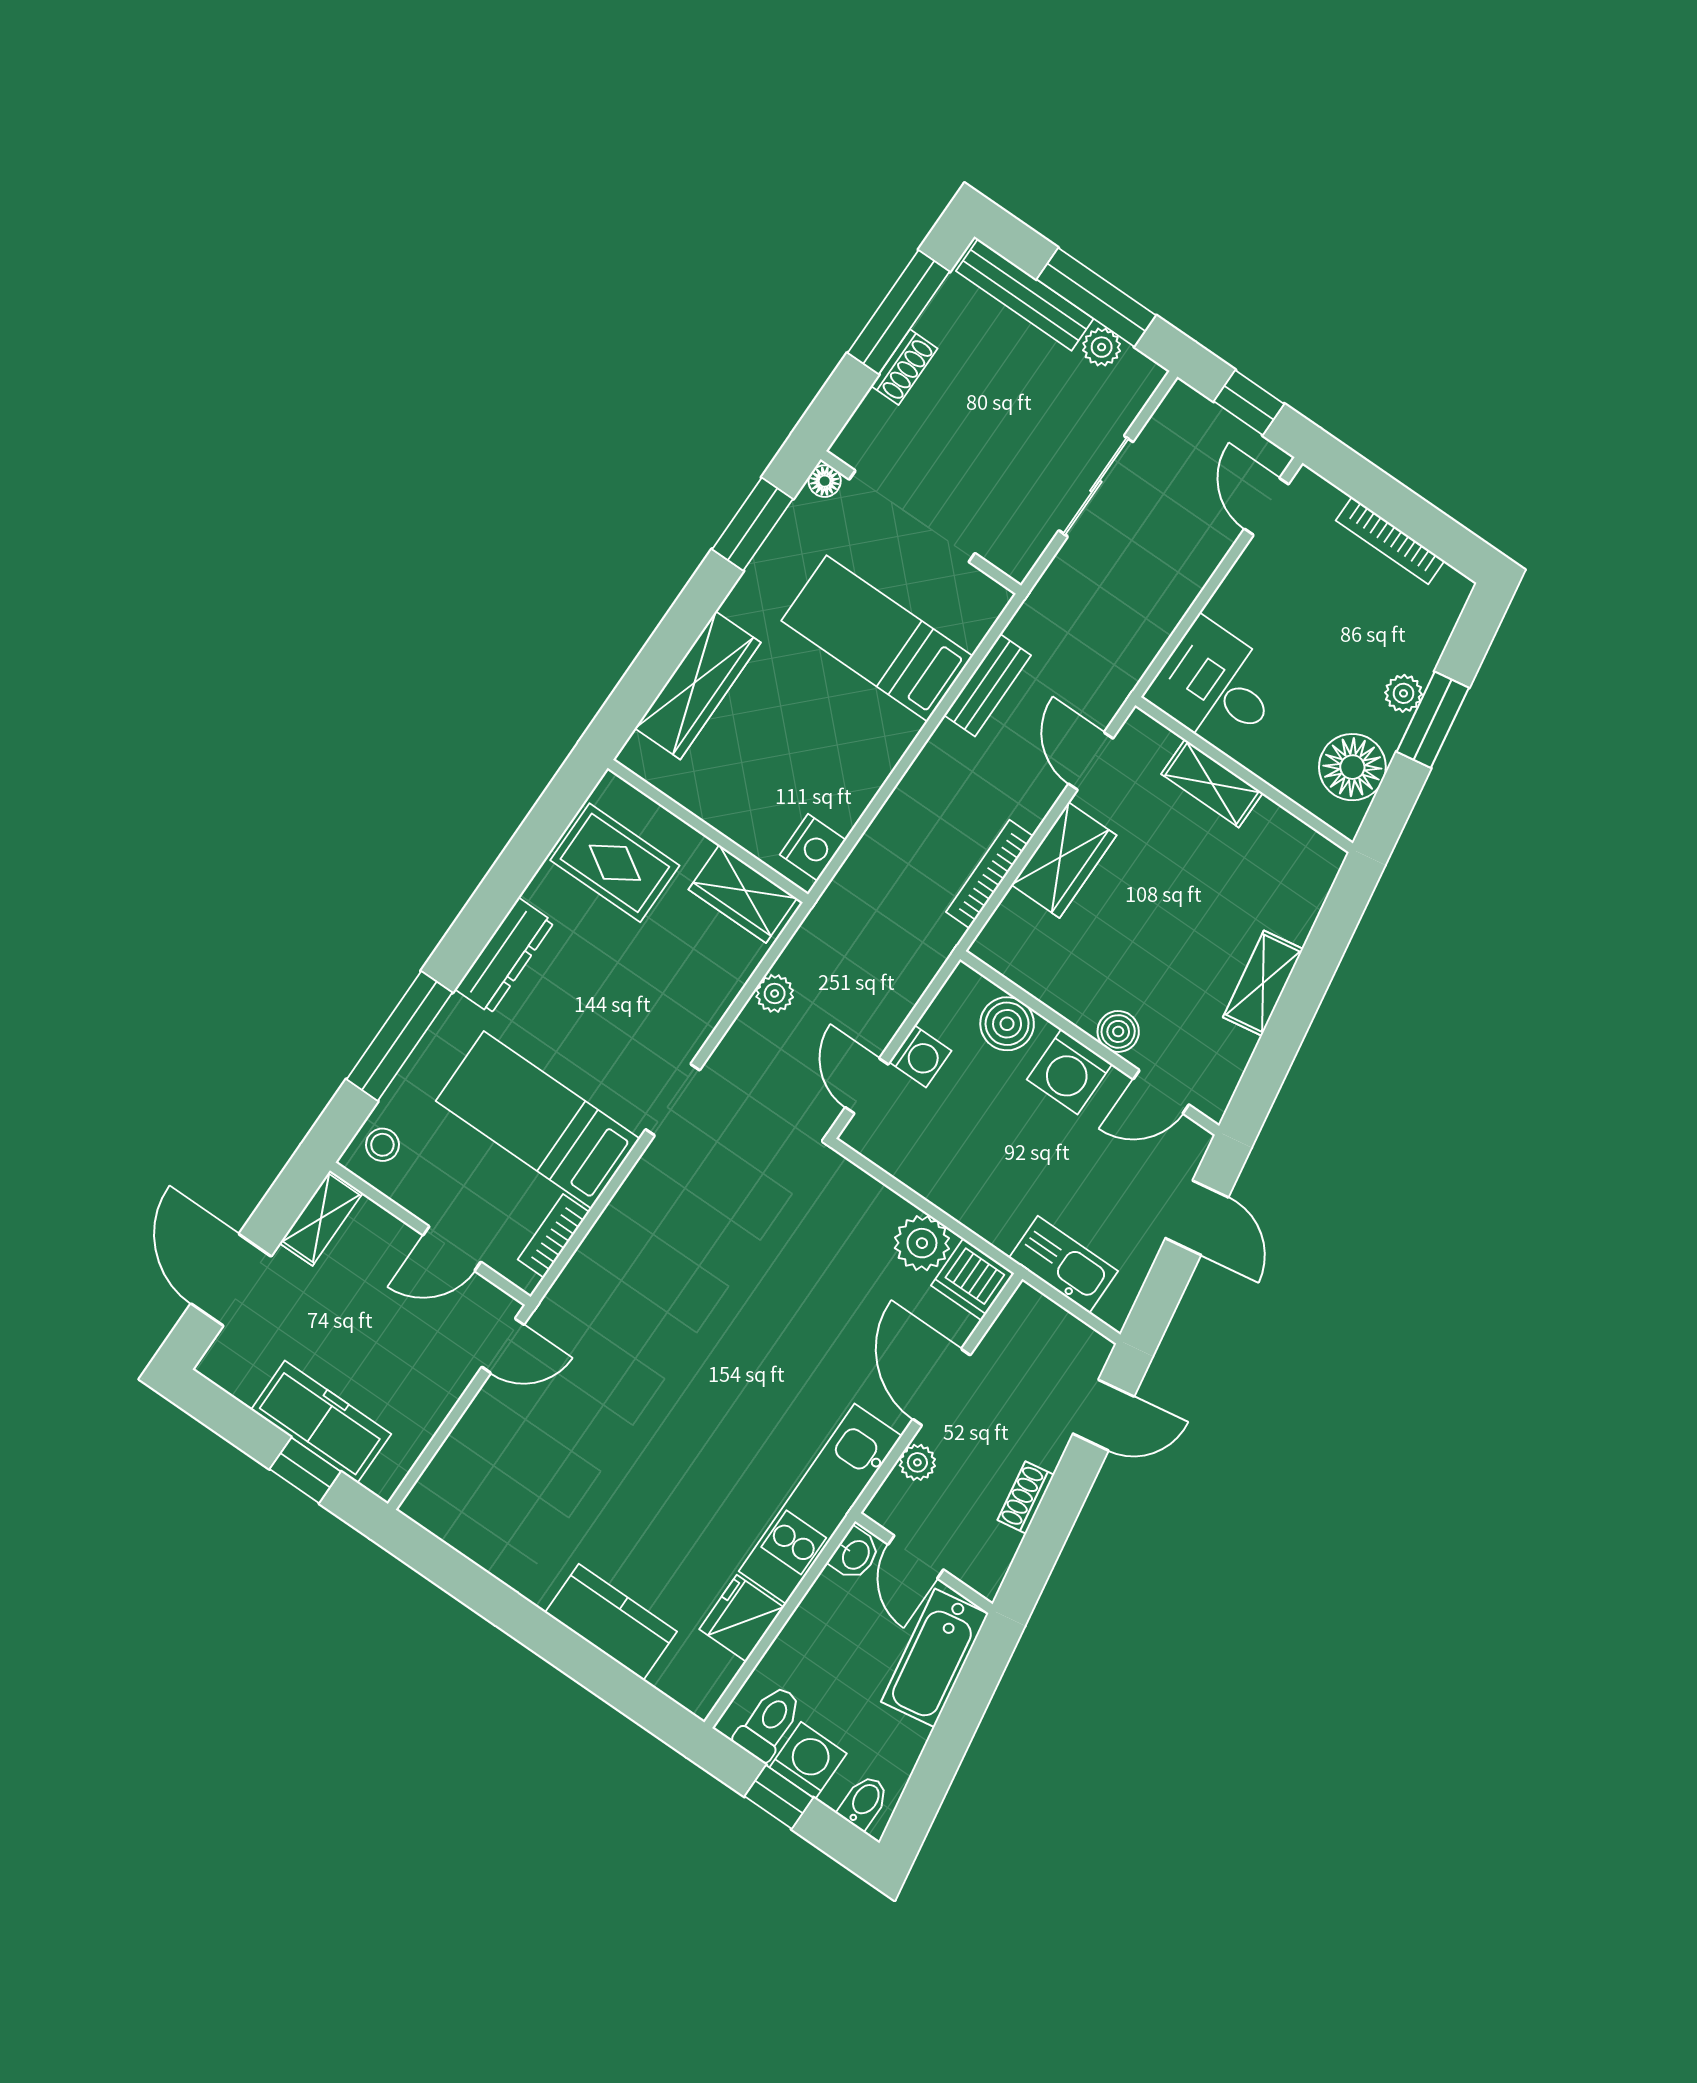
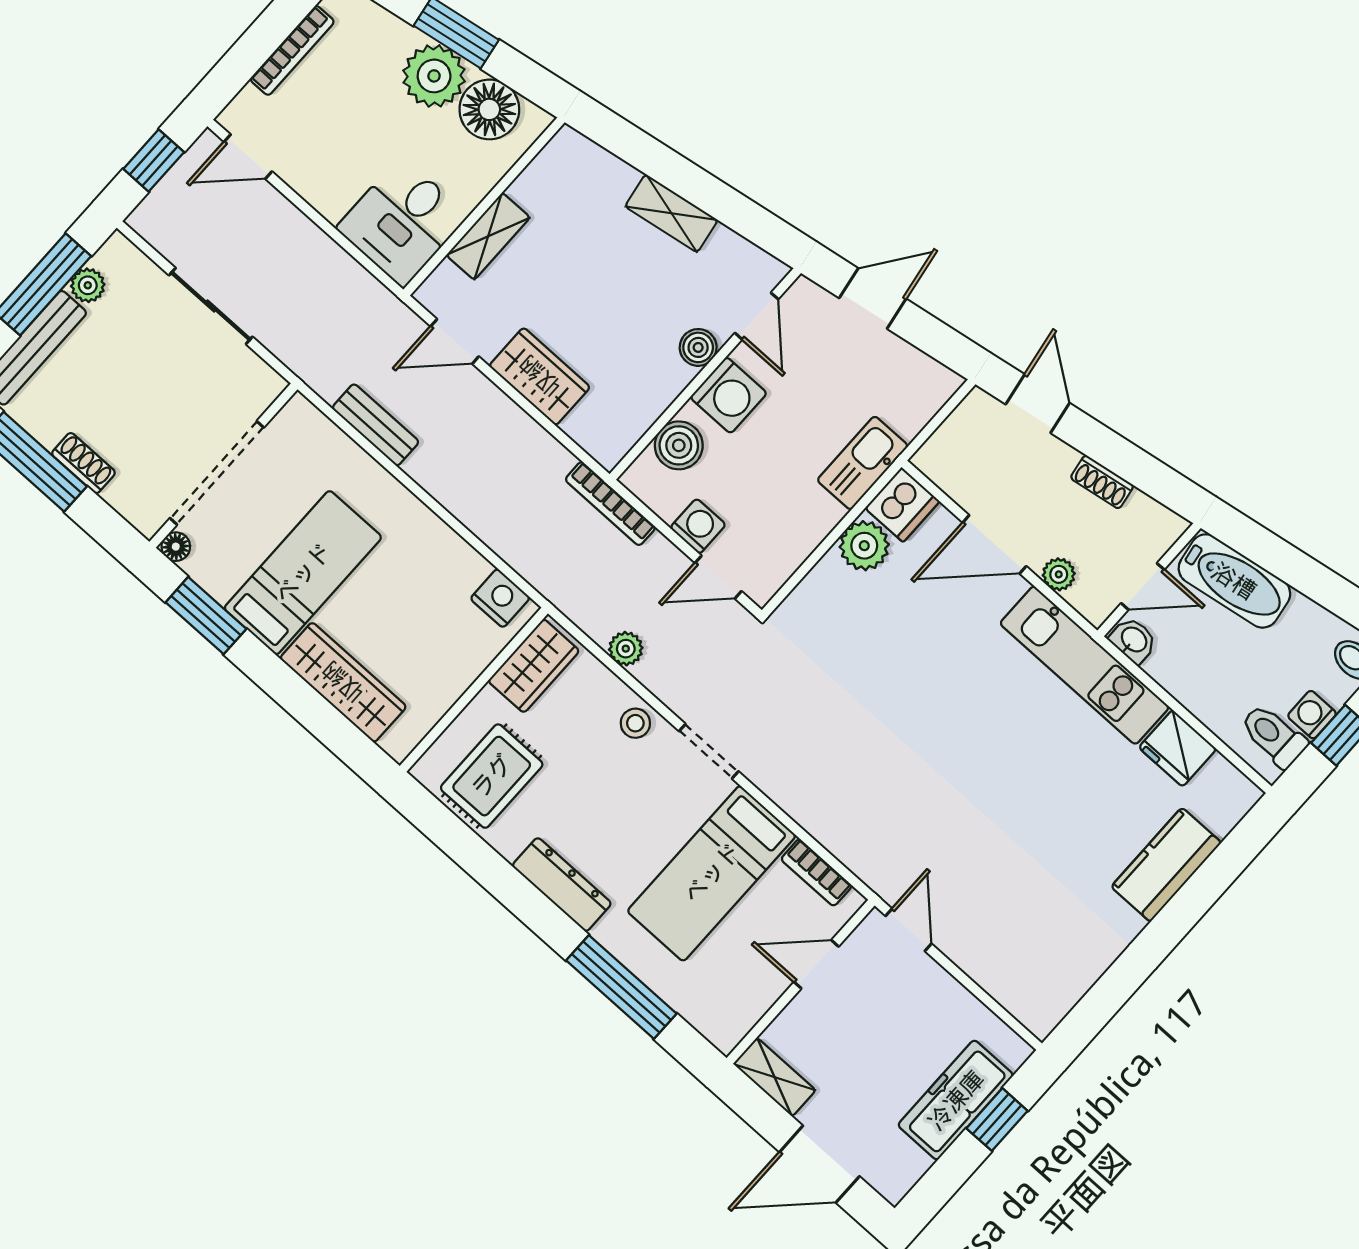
bed: (877, 638) -> (303, 573), moved, turned 180
plant: (1404, 693) -> (434, 76), width x1.87, depth x1.87
bookcase: (990, 874) -> (610, 504), moved
stool: (382, 1145) -> (635, 723), moved
door: (452, 1249) -> (816, 964), swing flipped
kitchen sink: (1064, 1264) -> (863, 463), moved
washing machine: (808, 1760) -> (1312, 715), width x0.73, depth x0.73

